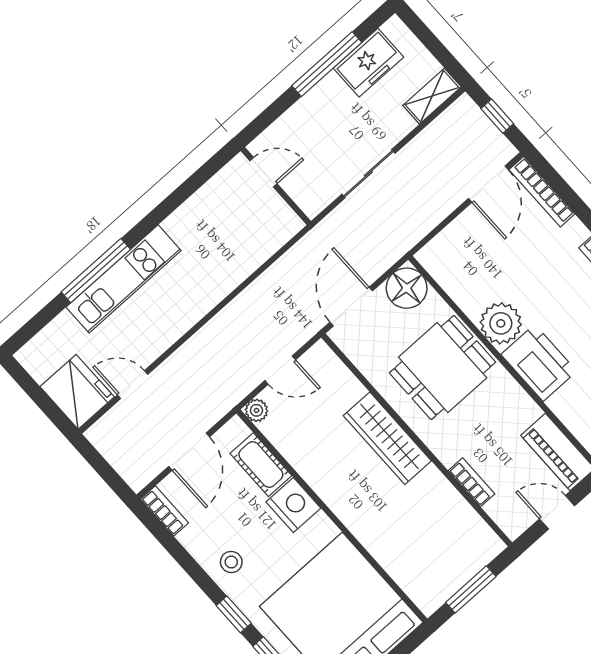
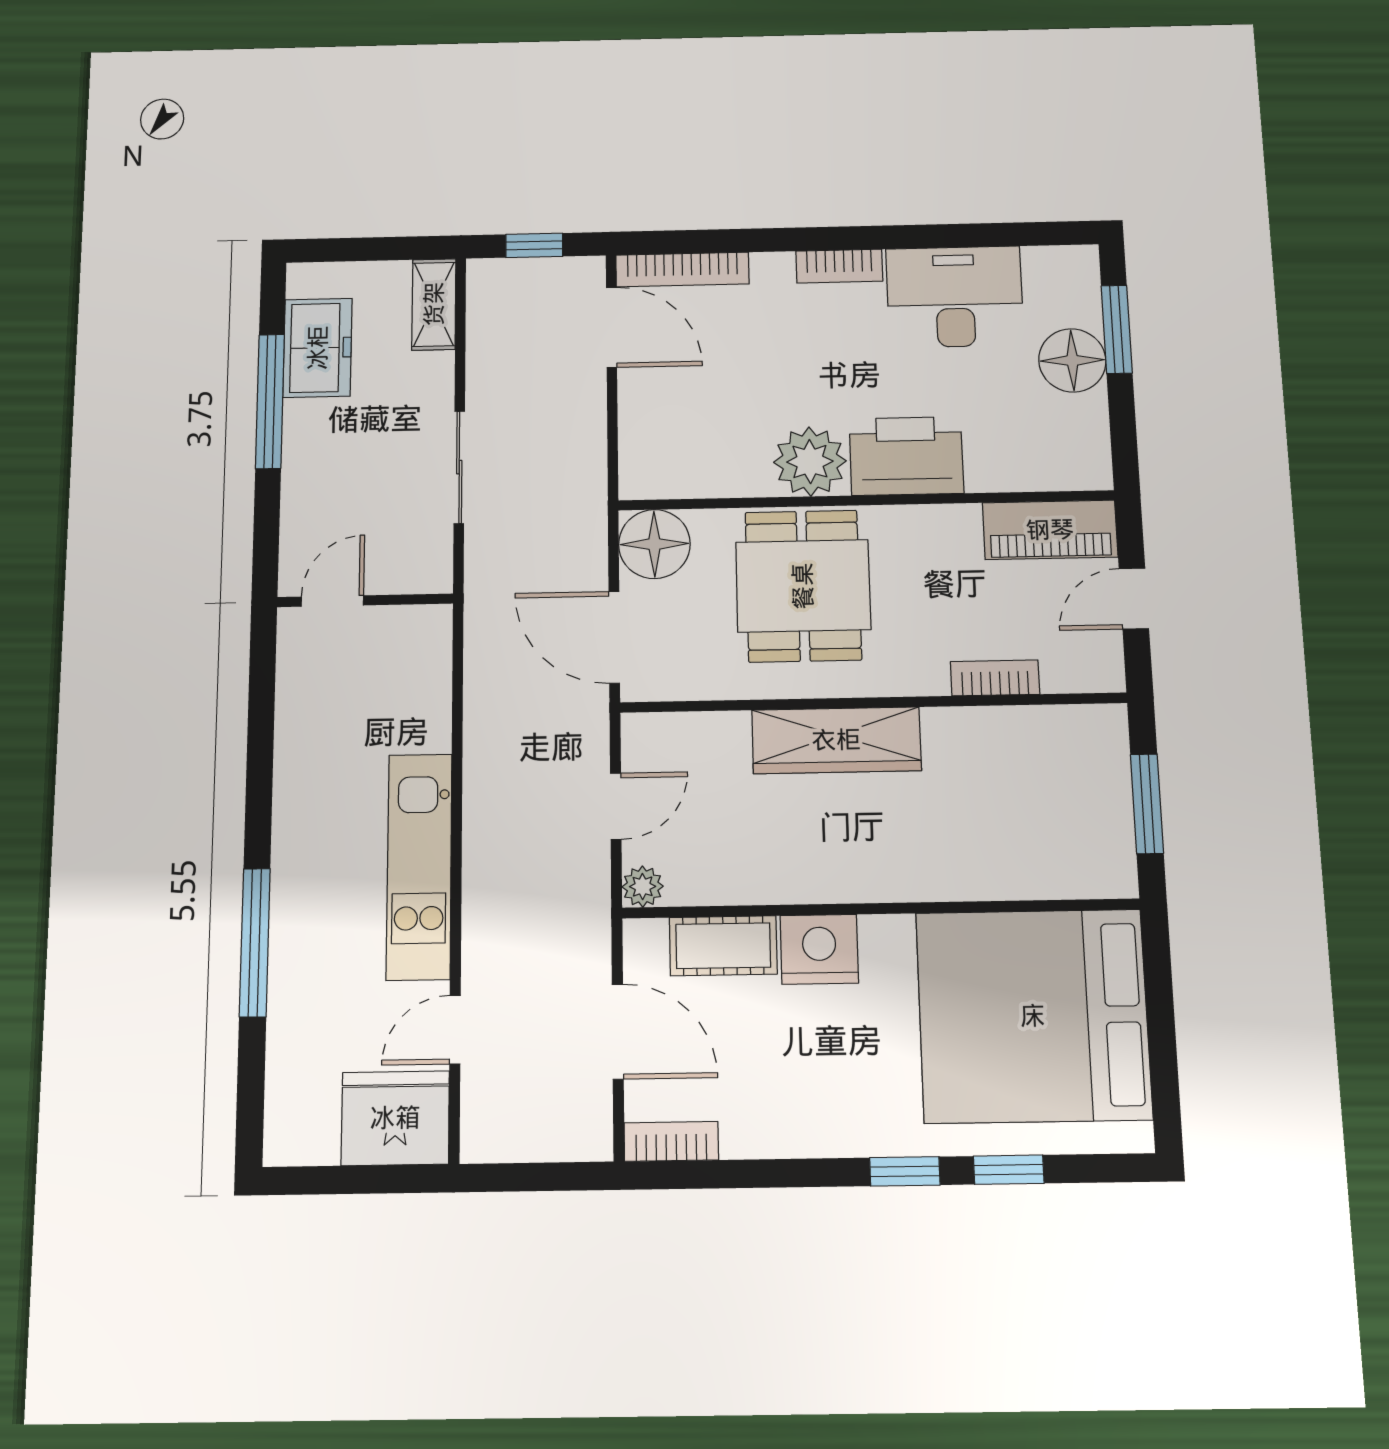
kitchen unit: (124, 279) -> (419, 866), moved, turned 180
stool: (231, 562) -> (826, 1109), removed

